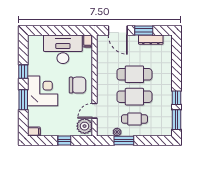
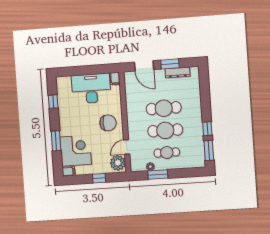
window: (23, 72) -> (53, 102), moved
corner desk: (43, 91) -> (76, 151), moved

